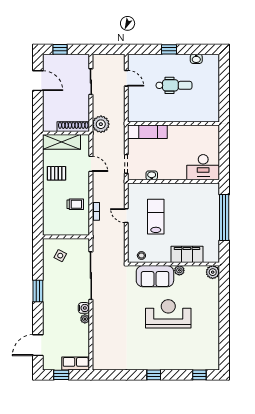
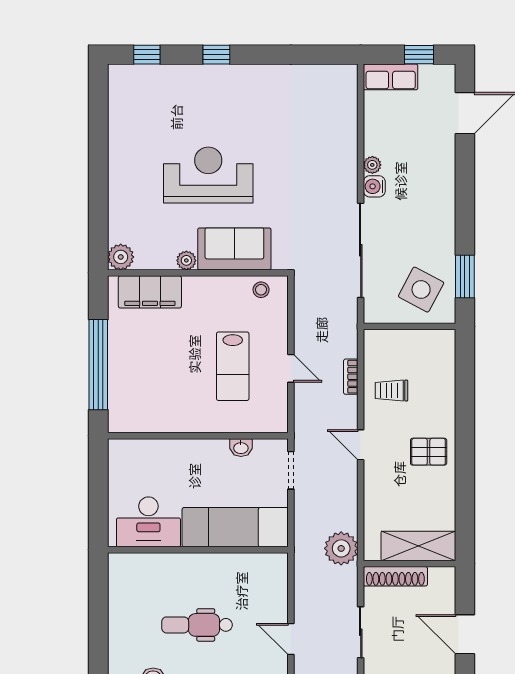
shoe rack: (73, 127) -> (395, 576), moved
exam couch: (147, 132) -> (235, 527), width x1.36, depth x1.45
wall: (66, 133) -> (410, 564), moved
shelving: (62, 142) -> (418, 546), moved
door: (91, 164) -> (361, 445), moved
desk: (203, 167) -> (148, 522), moved, turned 180
filing cabinet: (187, 254) -> (150, 292), moved
side table: (60, 256) -> (421, 290), width x1.87, depth x1.87
window: (38, 291) -> (465, 276), moved
reception desk: (168, 314) -> (208, 175), turned 180
window: (154, 375) -> (216, 55), moved

